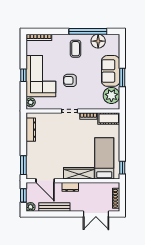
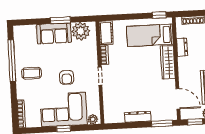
floor lamp: (98, 41) -> (22, 49), removed
dresser: (31, 130) -> (138, 117), moved
door: (45, 181) -> (178, 99), hinge flipped
dresser: (70, 187) -> (182, 47), moved

